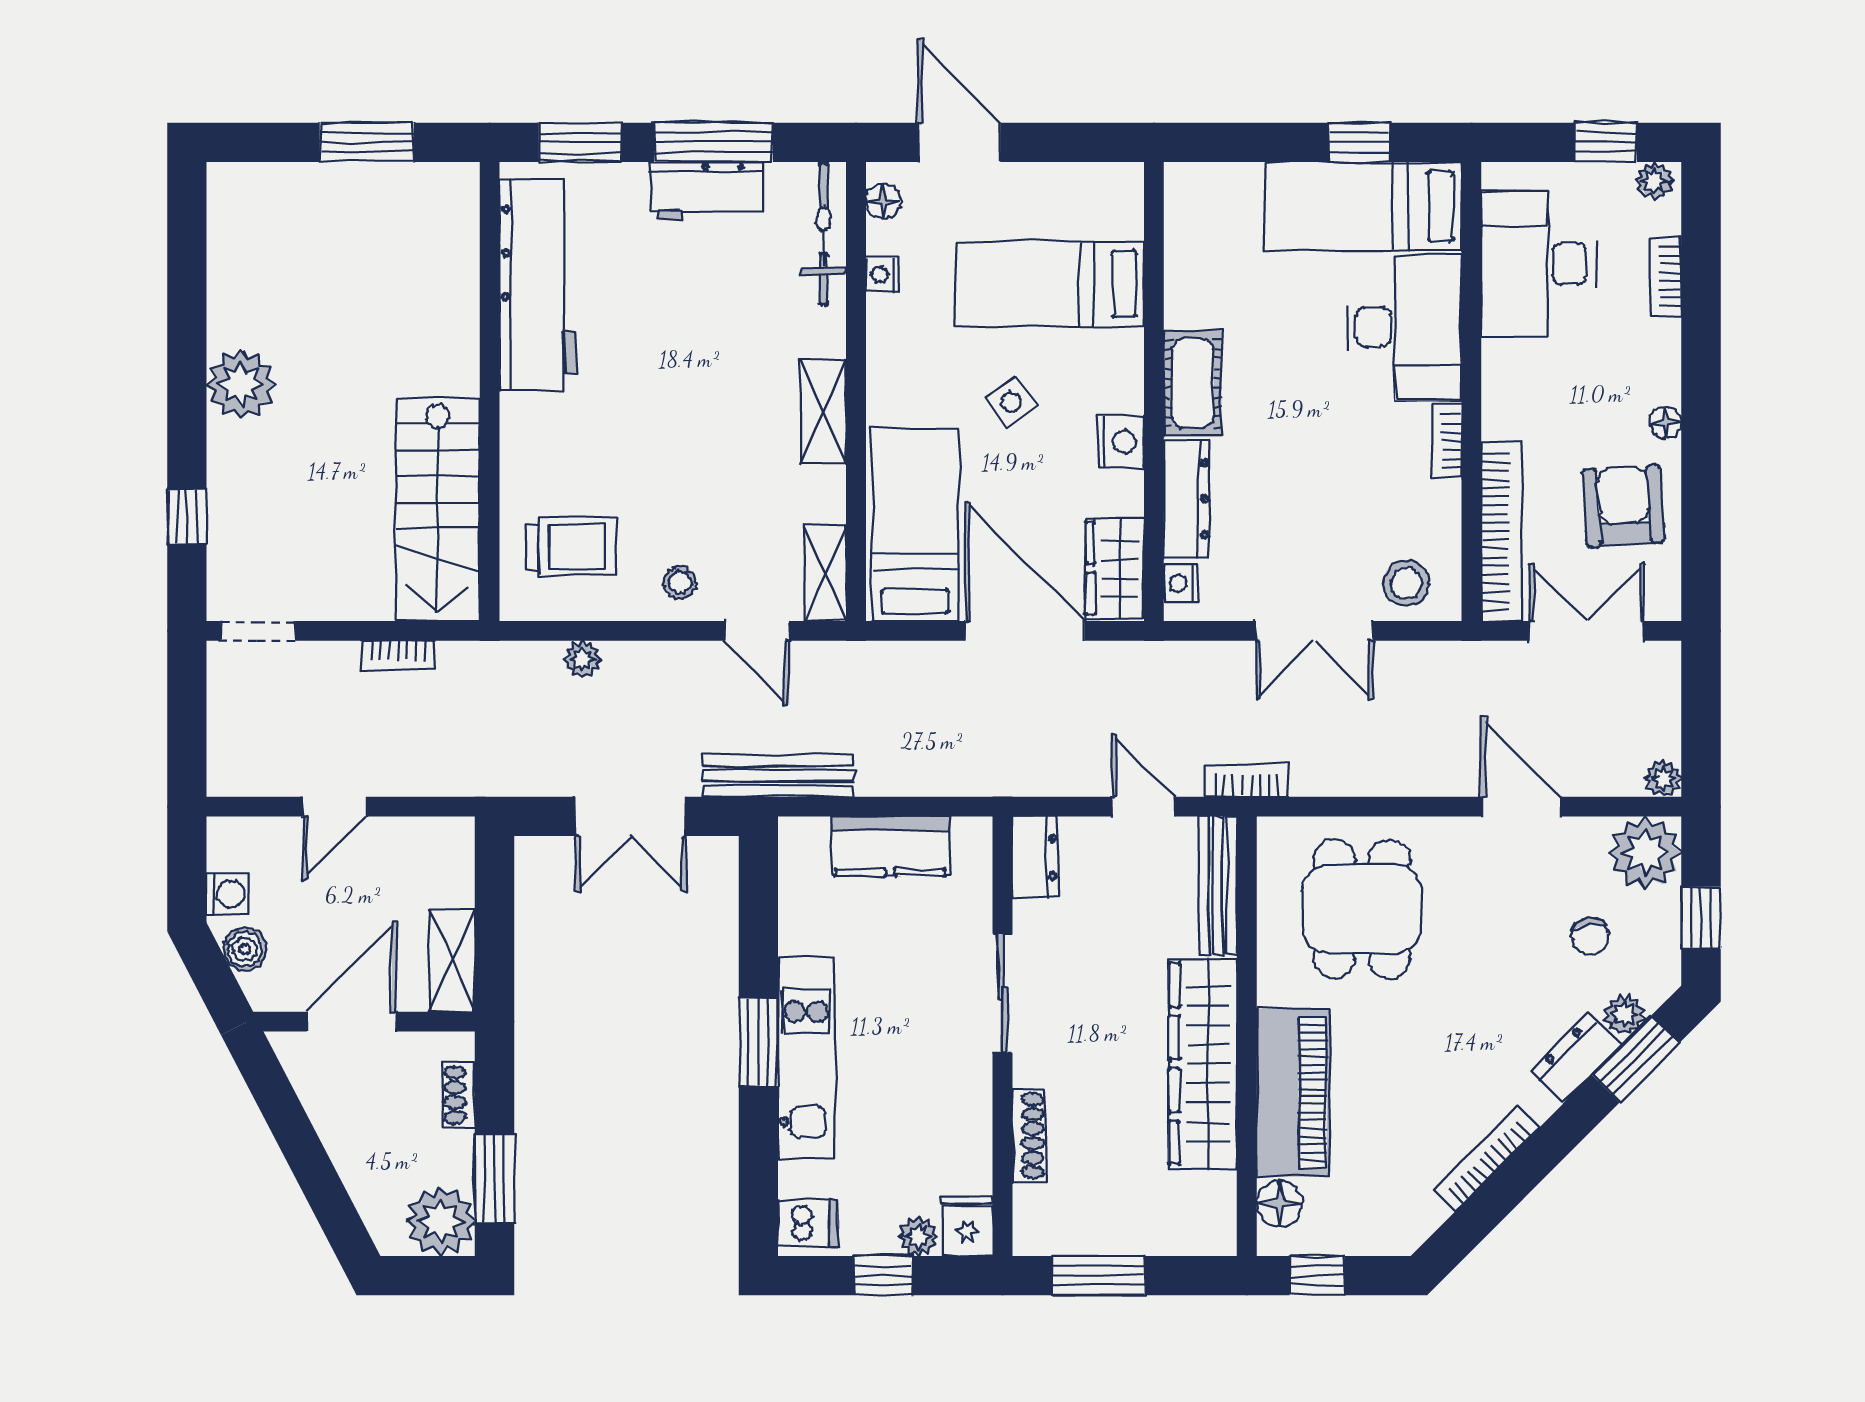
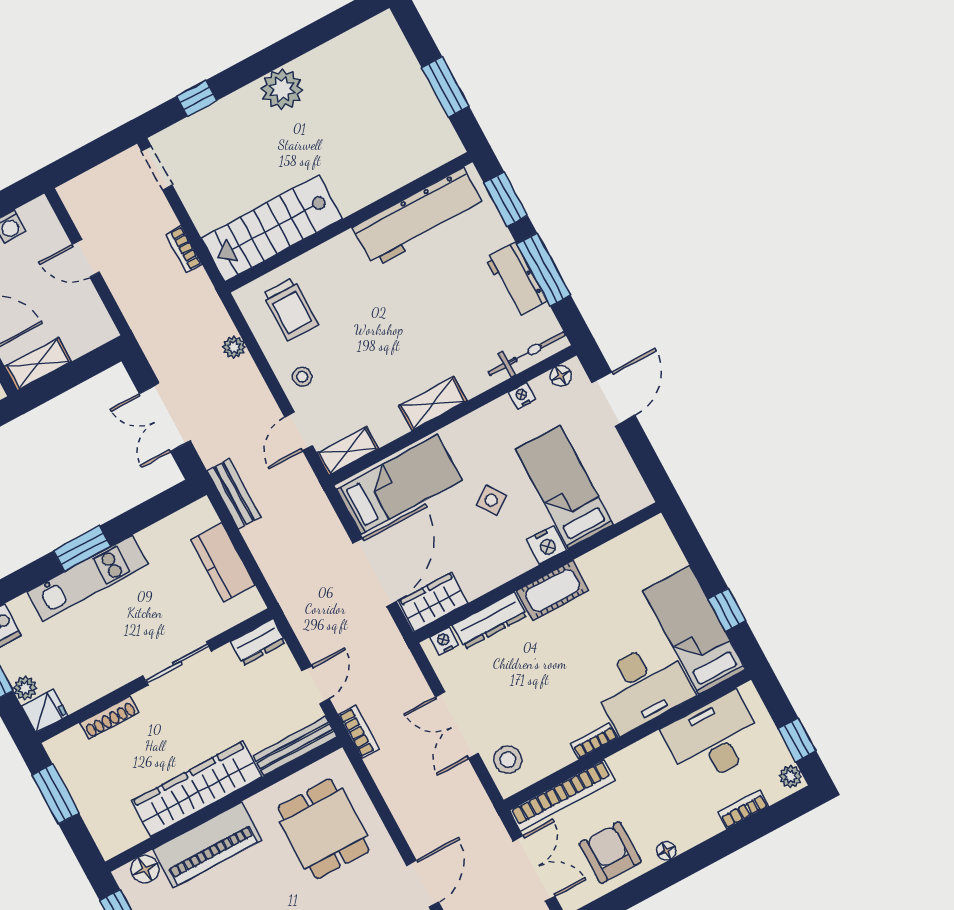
nightstand: (1121, 442) -> (547, 545), moved
armchair: (1624, 506) -> (610, 853), turned -86
bench: (778, 776) -> (234, 494), width x0.73
dining table: (1362, 909) -> (324, 829), turned 90

